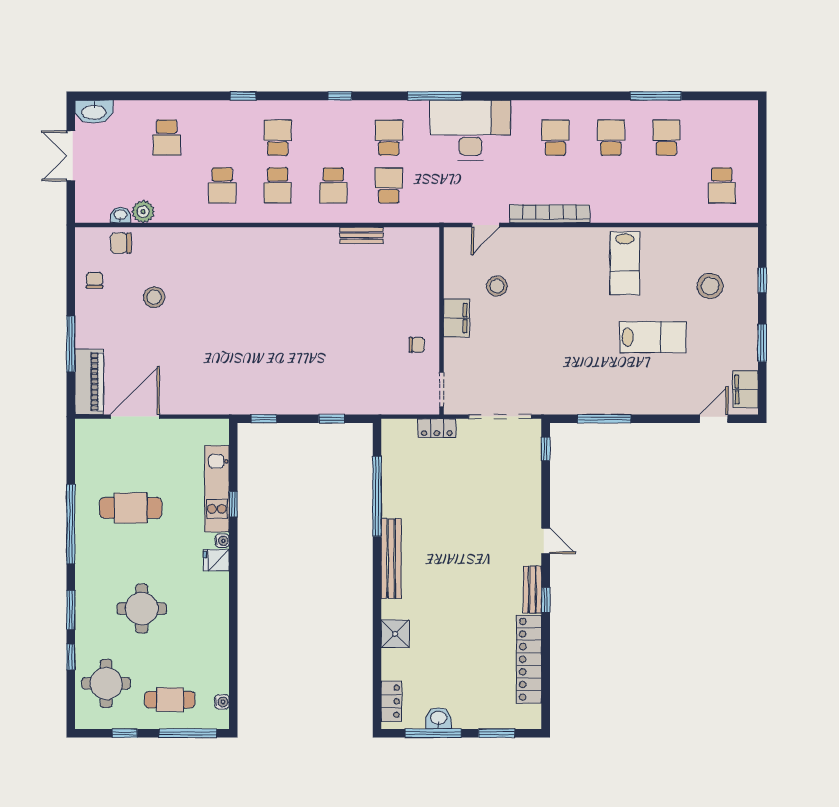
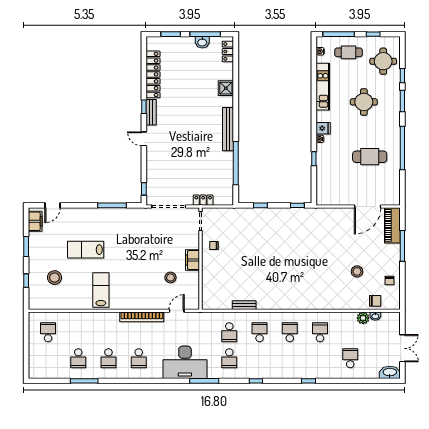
school desk: (278, 138) -> (290, 358), removed
kitchen unit: (217, 489) -> (323, 87), moved

